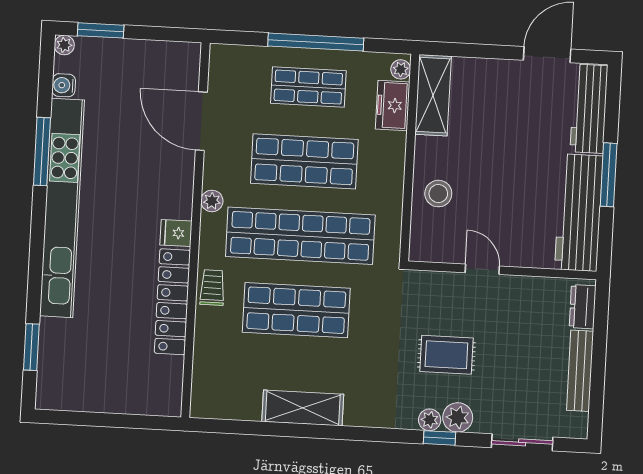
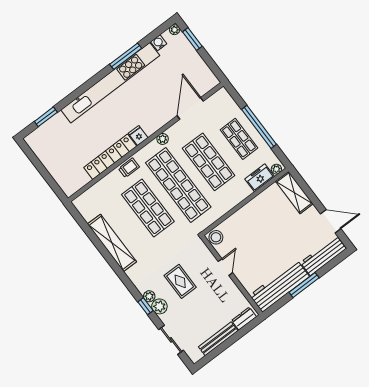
shelving: (433, 95) -> (294, 193), moved, turned 90
stool: (438, 194) -> (216, 237), moved
shelving: (303, 408) -> (112, 243), width x1.47

